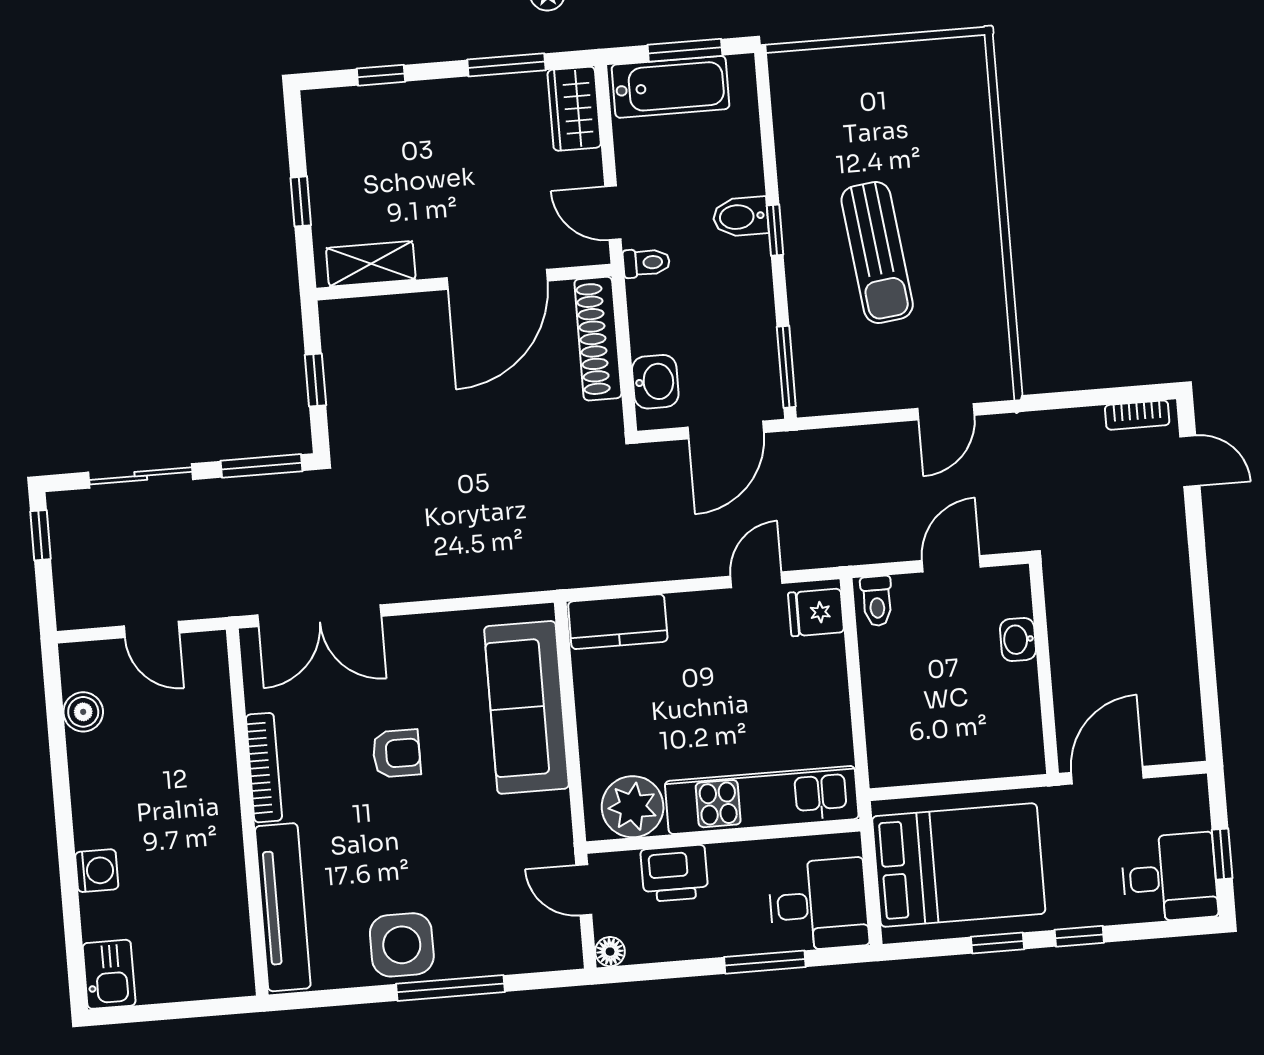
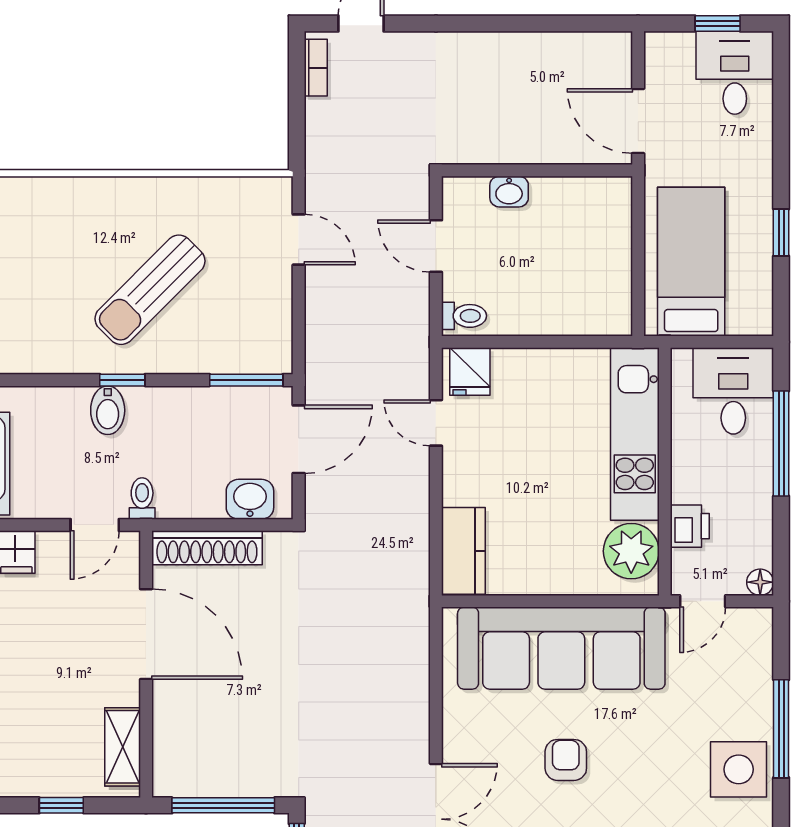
sun lounger: (877, 252) -> (150, 290), turned 142
window: (315, 380) -> (223, 805), width x2.17
door: (726, 430) -> (299, 439), hinge flipped
sofa: (527, 707) -> (561, 648), width x1.36, depth x1.27
bed: (959, 865) -> (691, 262), width x0.67
printer: (675, 873) -> (690, 526), width x0.73, depth x0.81
window: (1079, 936) -> (781, 158), removed
window: (765, 962) -> (781, 443), width x1.44

